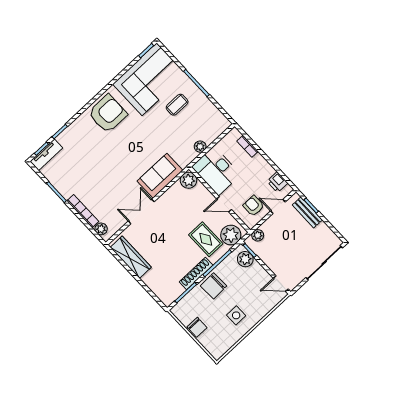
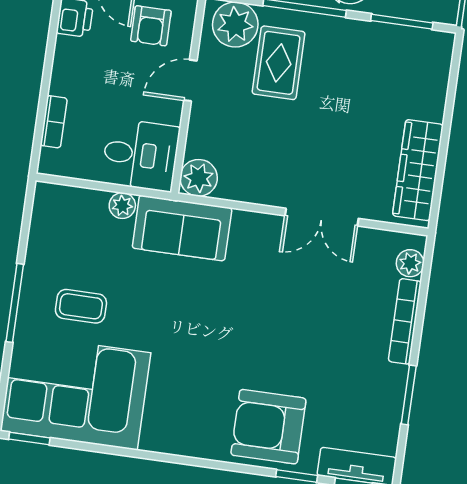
armchair: (108, 114) -> (268, 427), moved
desk: (216, 171) -> (140, 155), width x0.73
sofa: (160, 176) -> (182, 228), moved
door: (224, 204) -> (190, 80), swing flipped
shoe rack: (196, 274) -> (353, 31), removed

